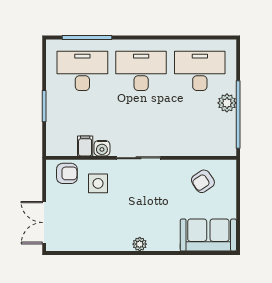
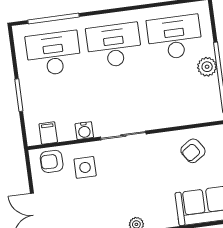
filing cabinet: (85, 146) -> (48, 133), moved
armchair: (67, 173) -> (52, 161), turned 180

